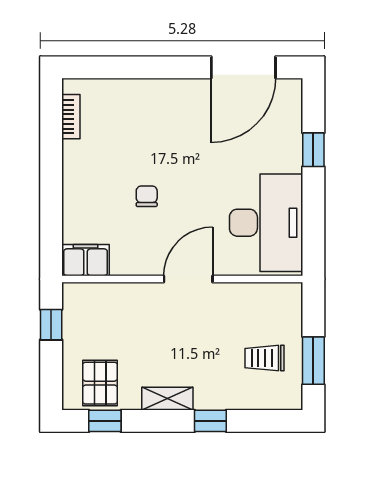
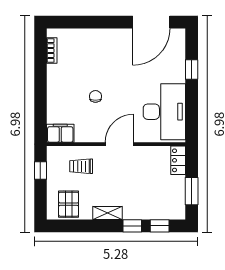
locker: (290, 307) -> (178, 160), added
trolley: (264, 358) -> (81, 166), moved
window: (105, 421) -> (160, 226), moved

